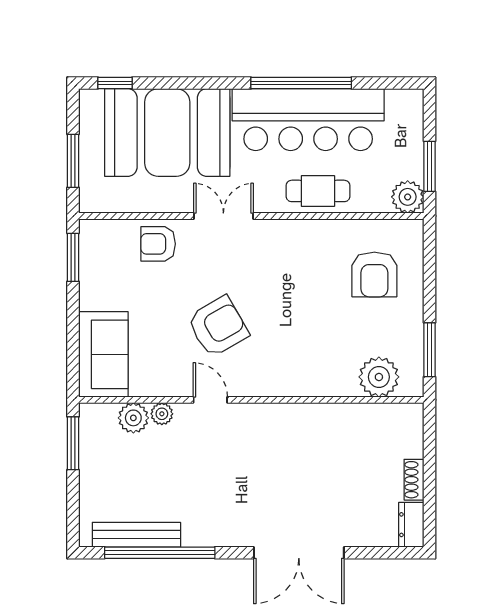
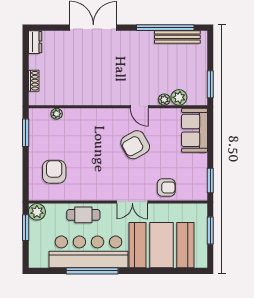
window: (115, 83) -> (188, 271), removed
plant: (379, 377) -> (57, 114), width x0.53, depth x0.53
shoe rack: (414, 480) -> (34, 81), moved

